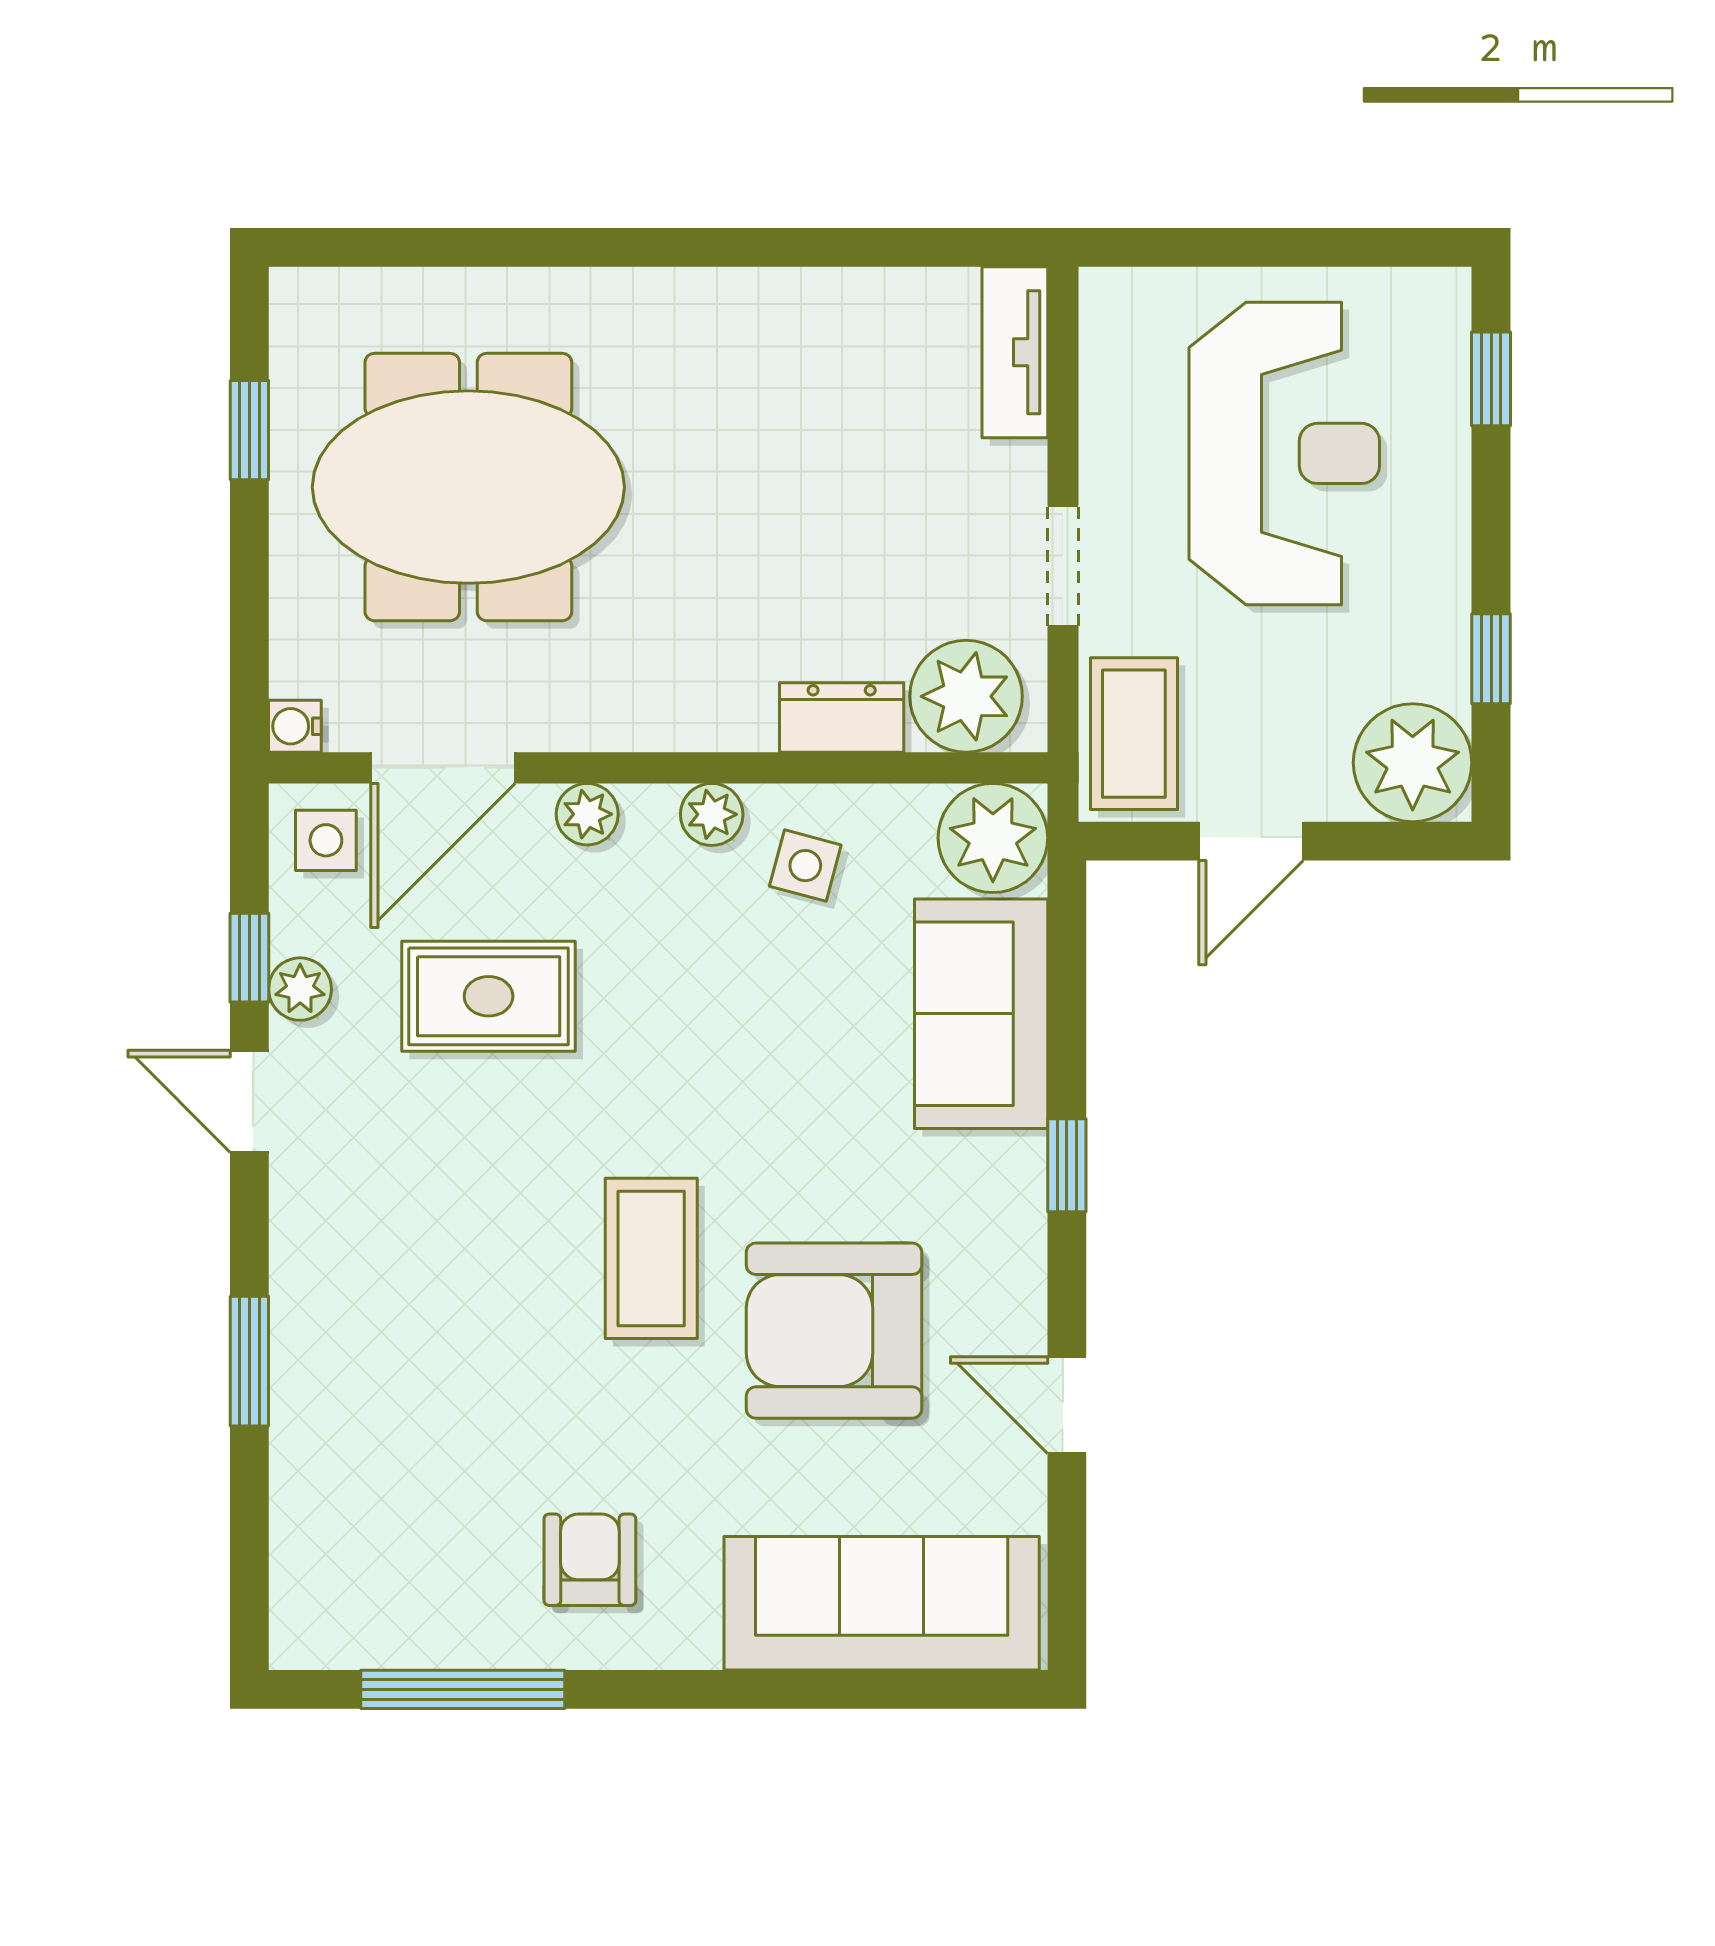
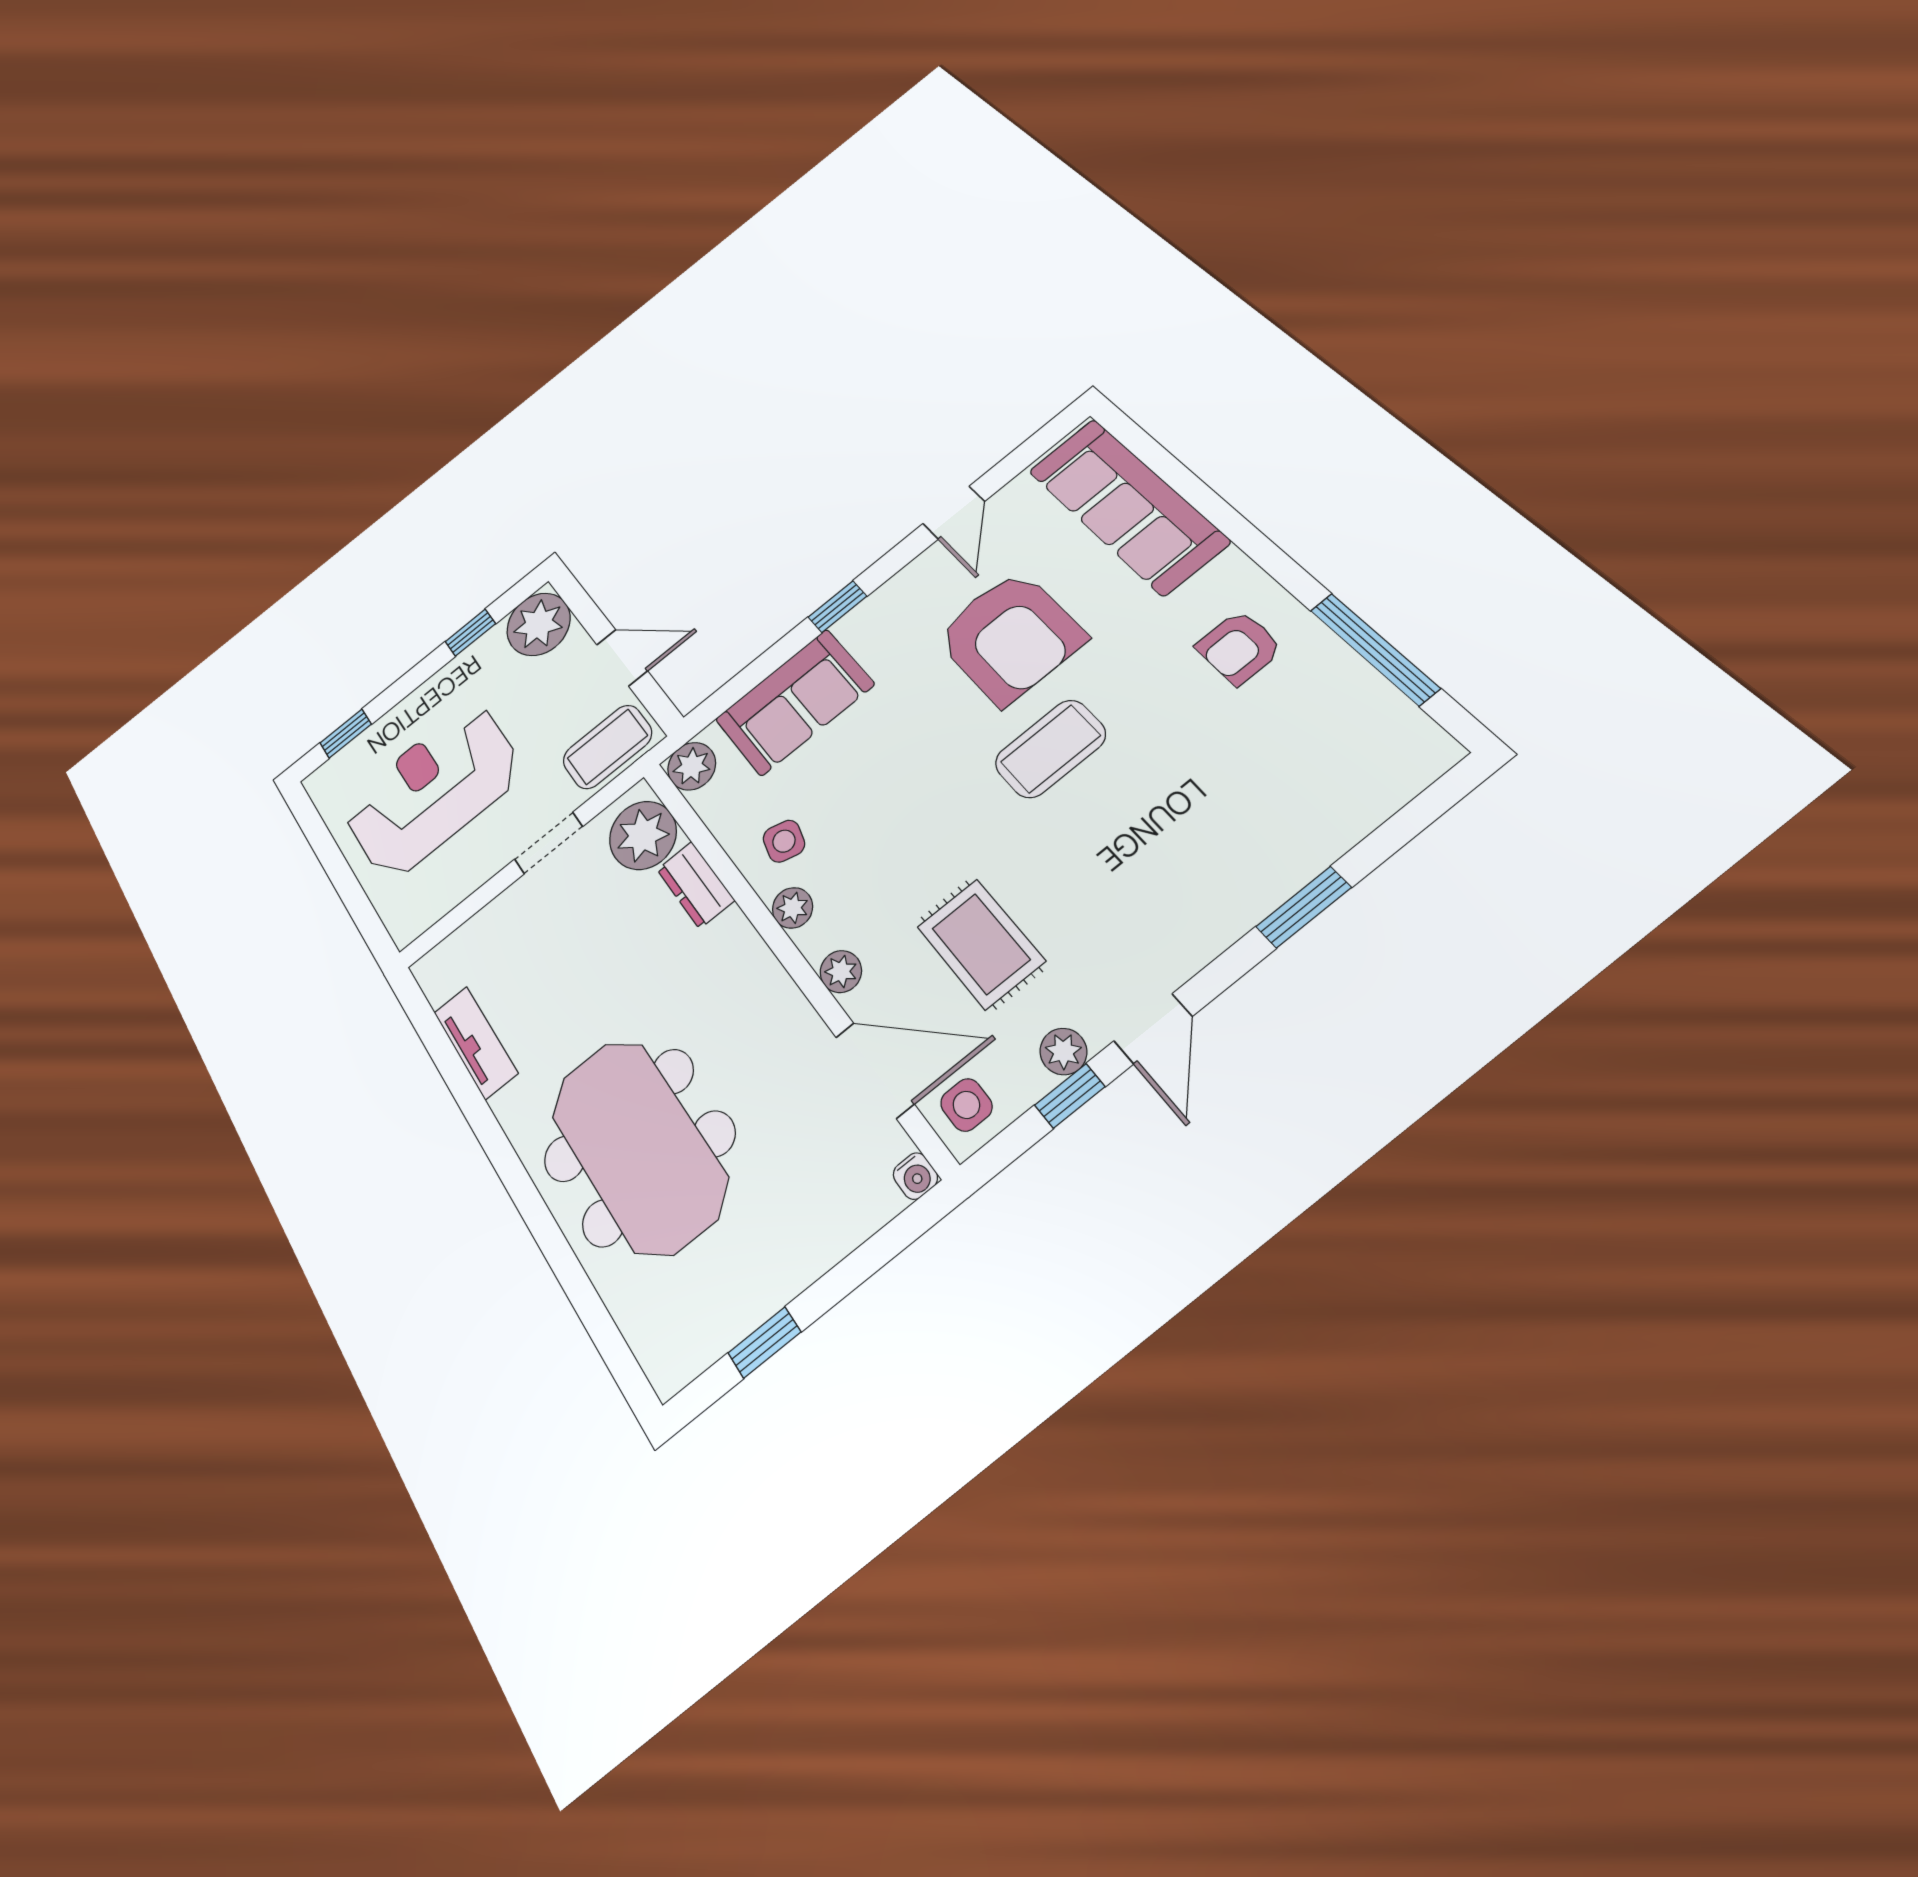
tv unit: (1015, 352) -> (476, 1043), moved, turned -90
meeting table: (468, 487) -> (639, 1147), moved
plant: (993, 838) -> (692, 766), width x0.73, depth x0.73

